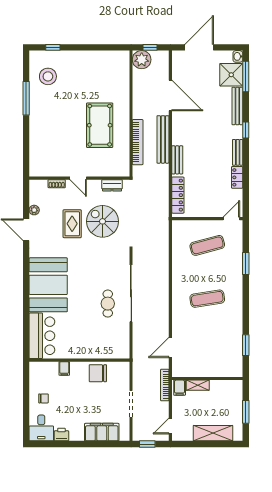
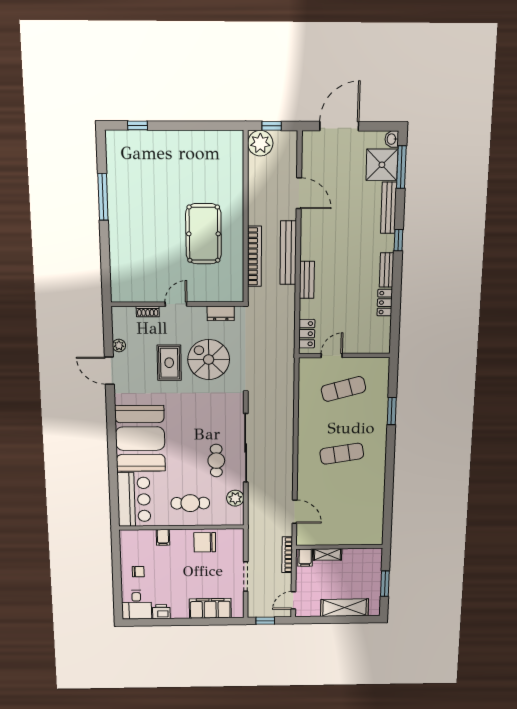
stool: (48, 76) -> (132, 167), removed
door: (170, 95) -> (299, 193), width x0.73
door: (78, 178) -> (176, 304), swing flipped
locker: (178, 195) -> (307, 334), width x0.66
door: (231, 219) -> (332, 356), moved
plant: (123, 335) -> (235, 498), added
cafe table: (87, 339) -> (190, 503), added
window: (246, 345) -> (388, 508), removed
door: (170, 347) -> (295, 512), swing flipped

